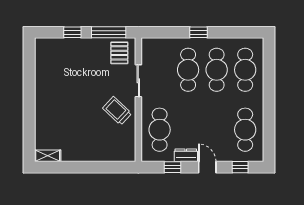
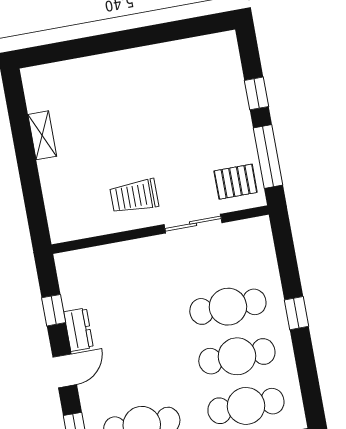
trolley: (117, 111) -> (134, 196), turned -133
cafe table: (160, 130) -> (115, 276), removed
shelving: (48, 156) -> (42, 135), moved

